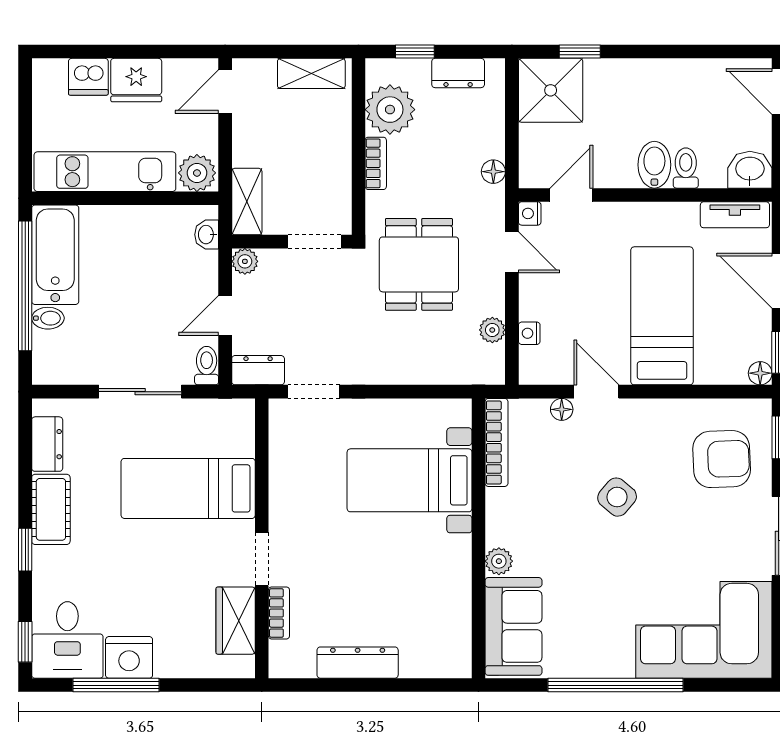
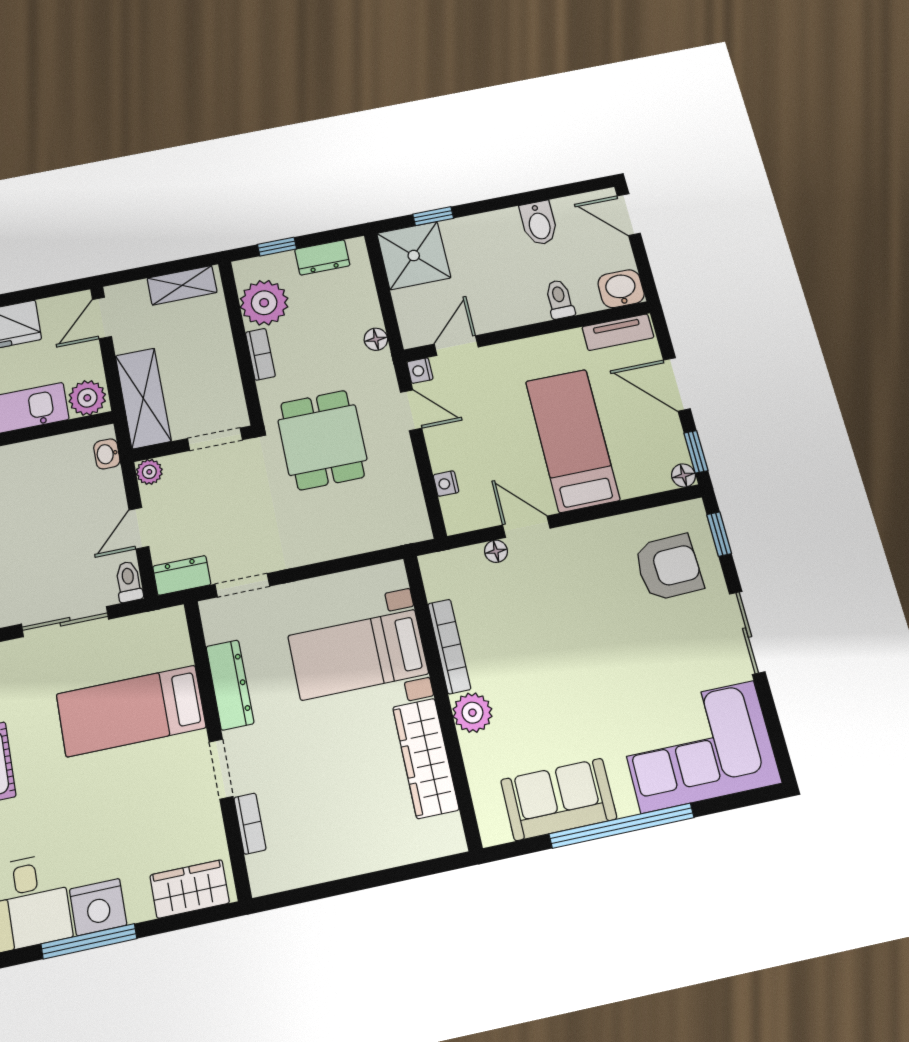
bidet: (654, 165) -> (539, 223), moved, turned 180
shelving: (247, 202) -> (143, 398), width x1.50, depth x1.33
plant: (492, 330) -> (409, 488), removed
bookcase: (496, 442) -> (449, 646), moved
side table: (617, 497) -> (573, 627), removed
plant: (499, 561) -> (472, 713), width x1.38, depth x1.38
wardrobe: (452, 588) -> (426, 758), added
wardrobe: (236, 621) -> (190, 889), moved, turned 90
sofa: (513, 626) -> (559, 799), moved, turned -90
dresser: (358, 663) -> (230, 685), moved, turned 90

